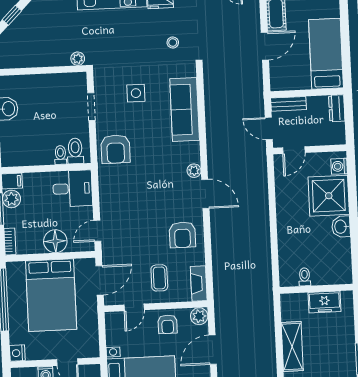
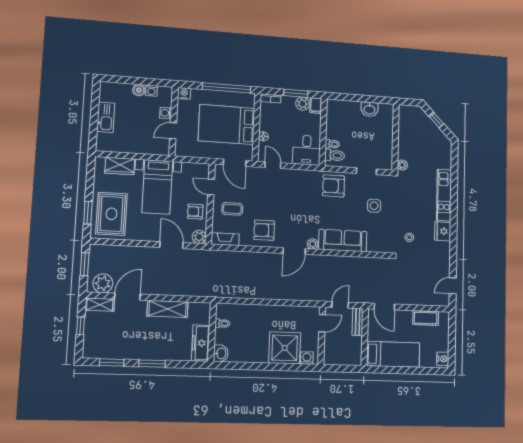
door: (265, 46) -> (384, 307), moved
dresser: (337, 108) -> (351, 360), removed
sofa: (185, 109) -> (343, 240), moved
door: (294, 150) -> (322, 323), swing flipped
washbasin: (341, 227) -> (221, 353), moved, turned 90
floor lamp: (55, 241) -> (263, 136), width x0.53, depth x0.53
freezer: (324, 302) -> (201, 343), width x1.40

